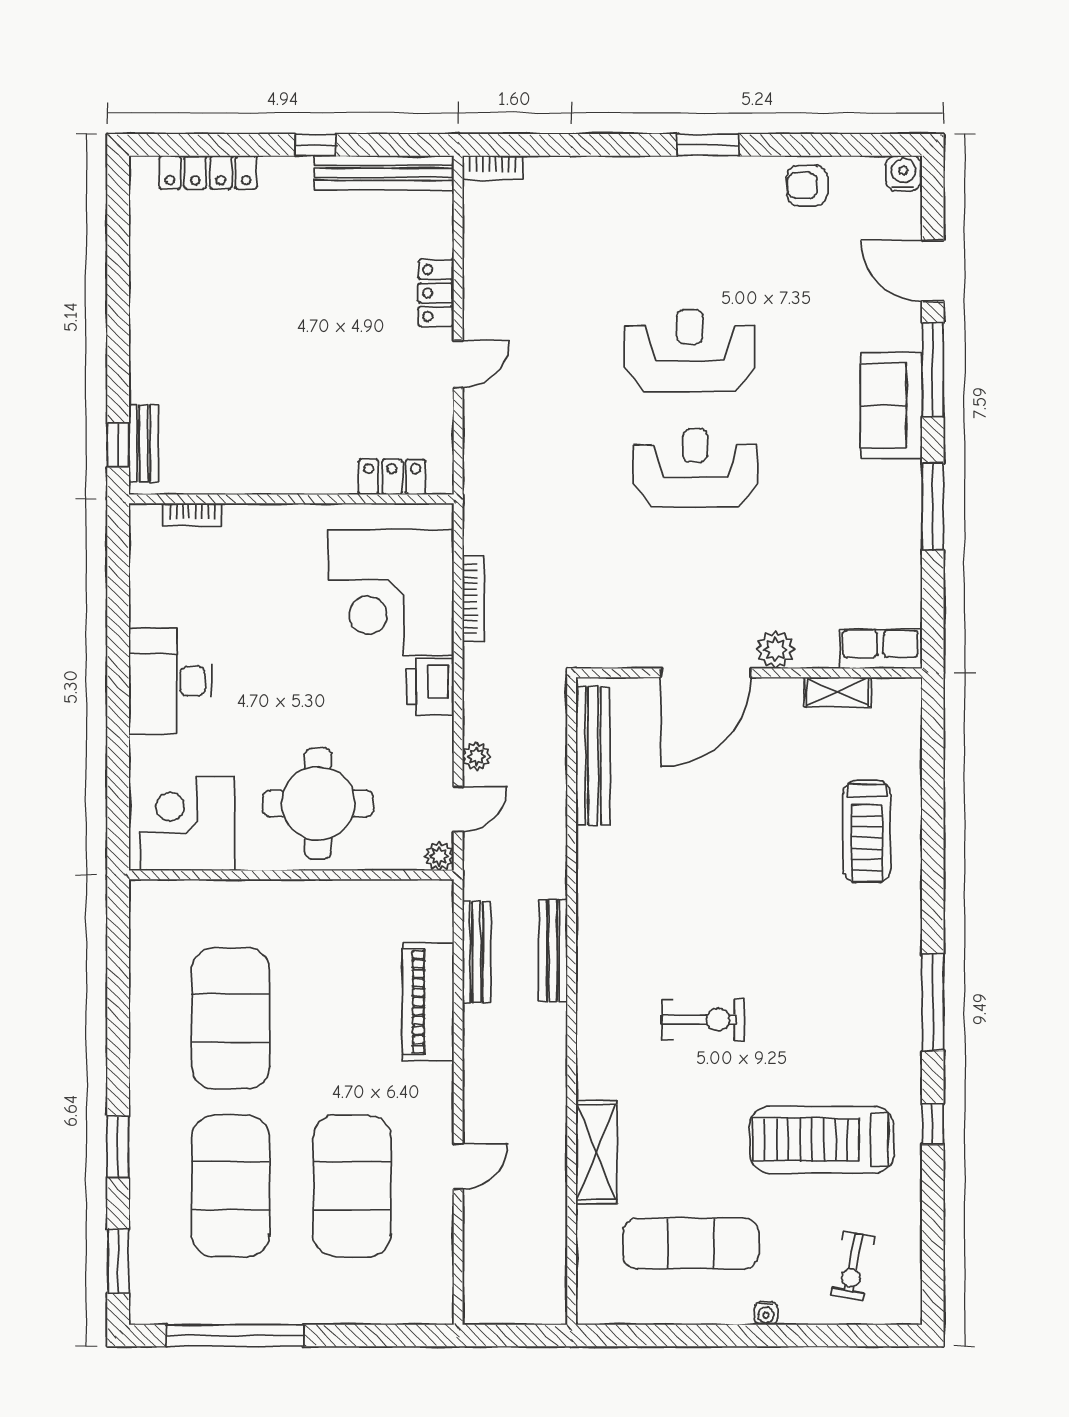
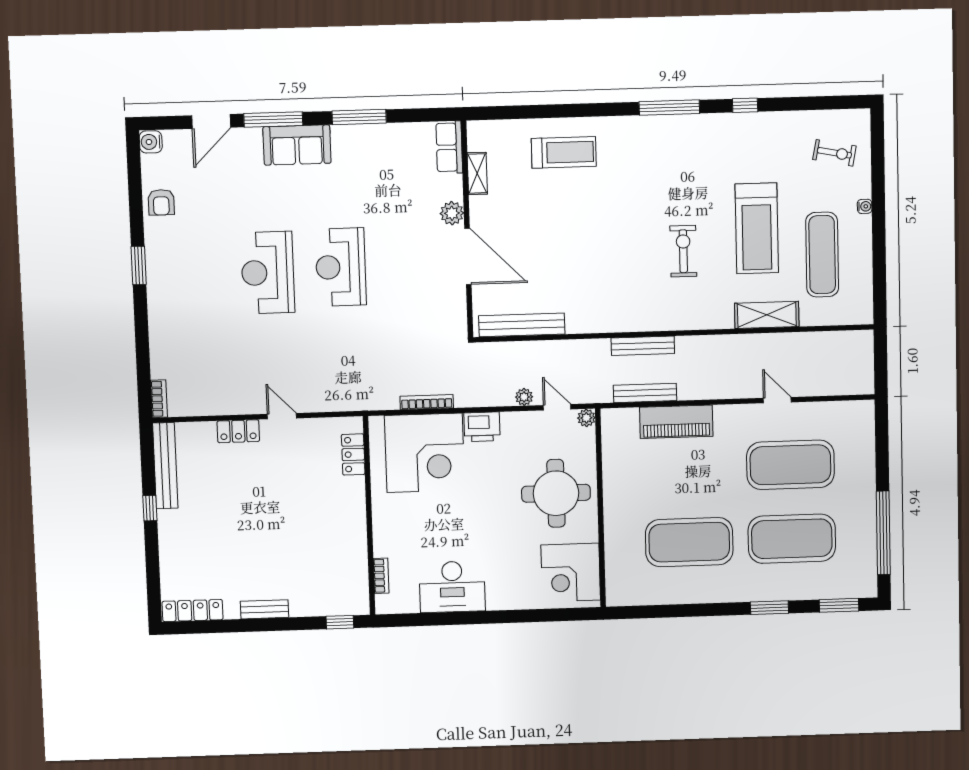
locker: (208, 172) -> (193, 610), moved, turned -90
bench: (144, 444) -> (264, 609), moved
desk: (170, 681) -> (452, 587), moved
treadmill: (822, 1140) -> (757, 228), moved

